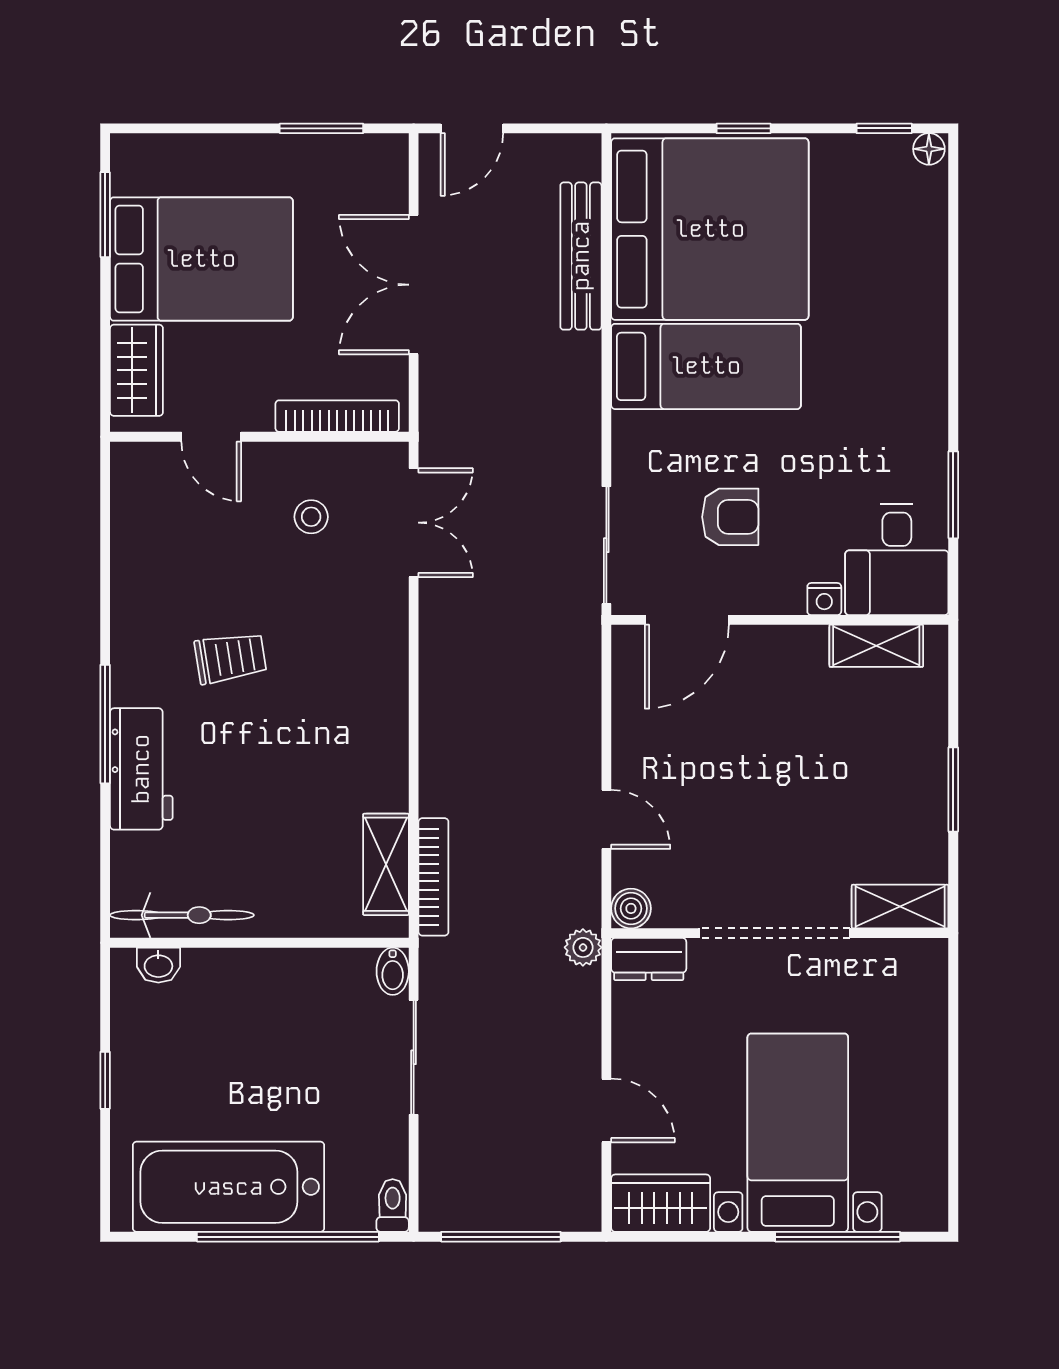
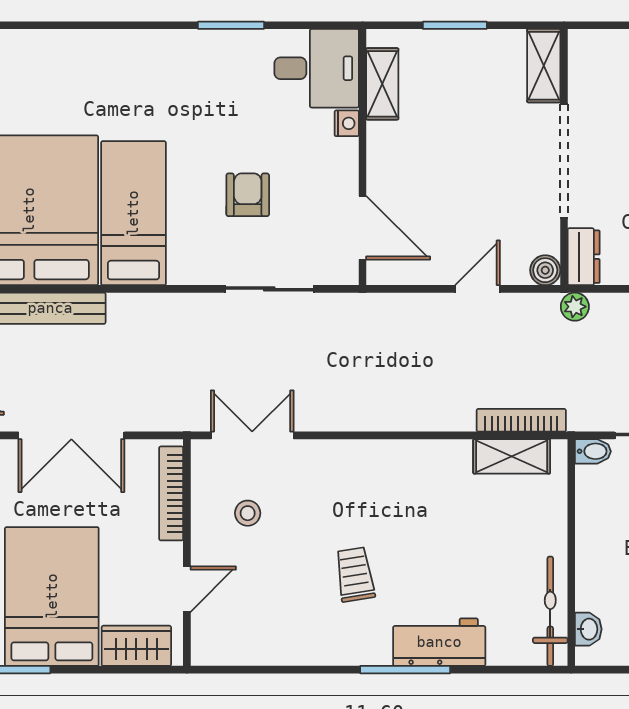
desk: (897, 559) -> (317, 68), moved
nightstand: (824, 599) -> (347, 123), moved
door: (687, 620) -> (363, 228), moved
wall: (780, 620) -> (363, 157), moved
shelving: (876, 646) -> (382, 84), moved

